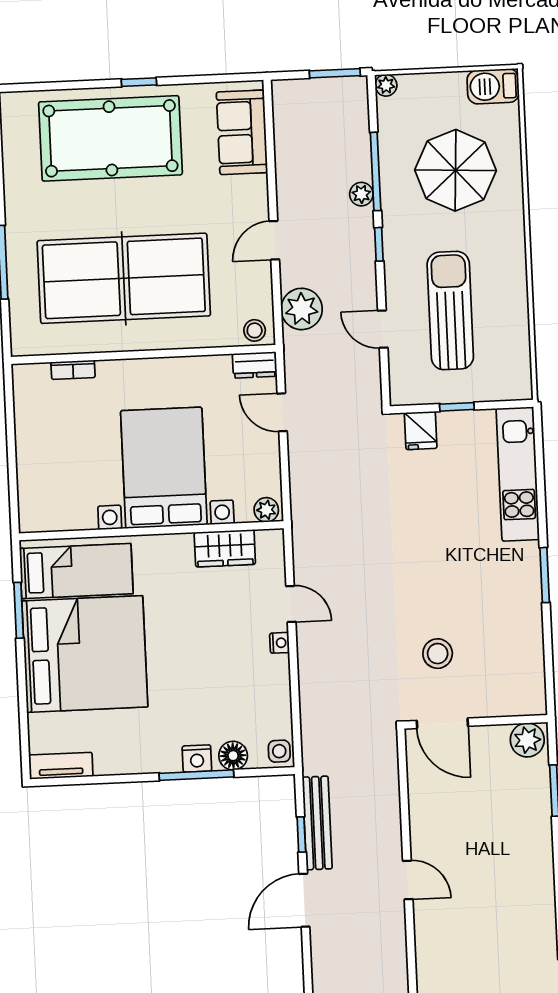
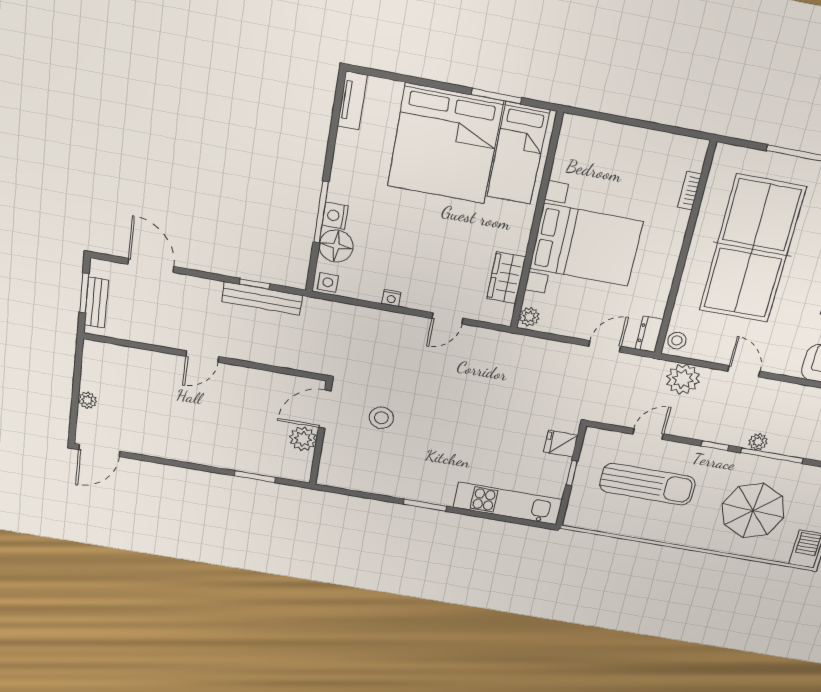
nightstand: (280, 643) -> (391, 298), moved
plant: (527, 740) -> (303, 439), moved
floor lamp: (233, 756) -> (336, 246), width x1.38, depth x1.38
door: (304, 900) -> (151, 265), moved

